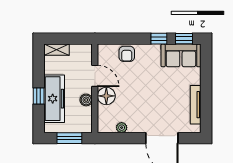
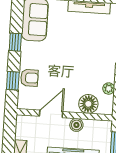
window: (184, 39) -> (13, 81), moved
floor lamp: (106, 96) -> (88, 104), moved

